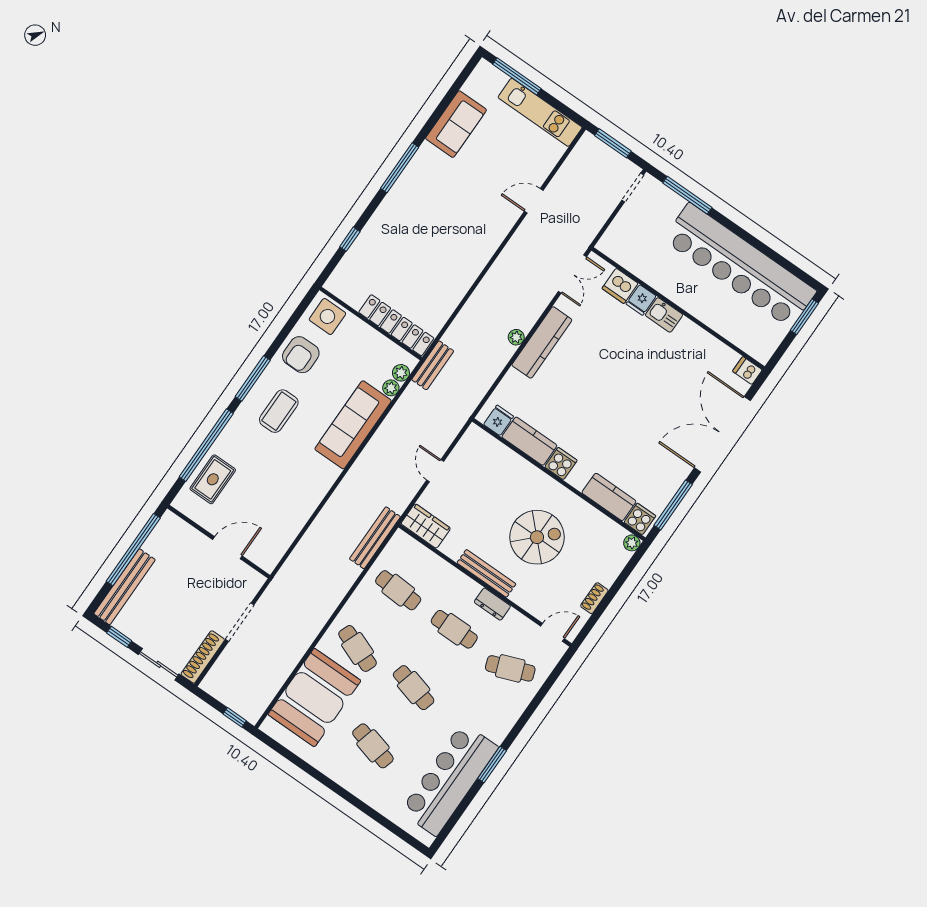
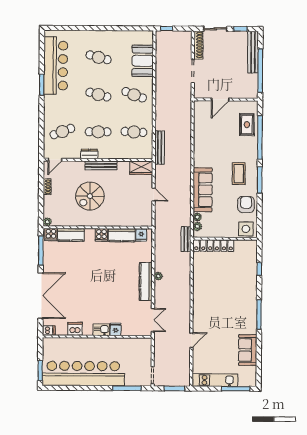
double door: (572, 274) -> (153, 320), swing flipped
dishwasher: (620, 286) -> (75, 329), moved
booth: (314, 698) -> (143, 61), width x0.73, depth x0.70

